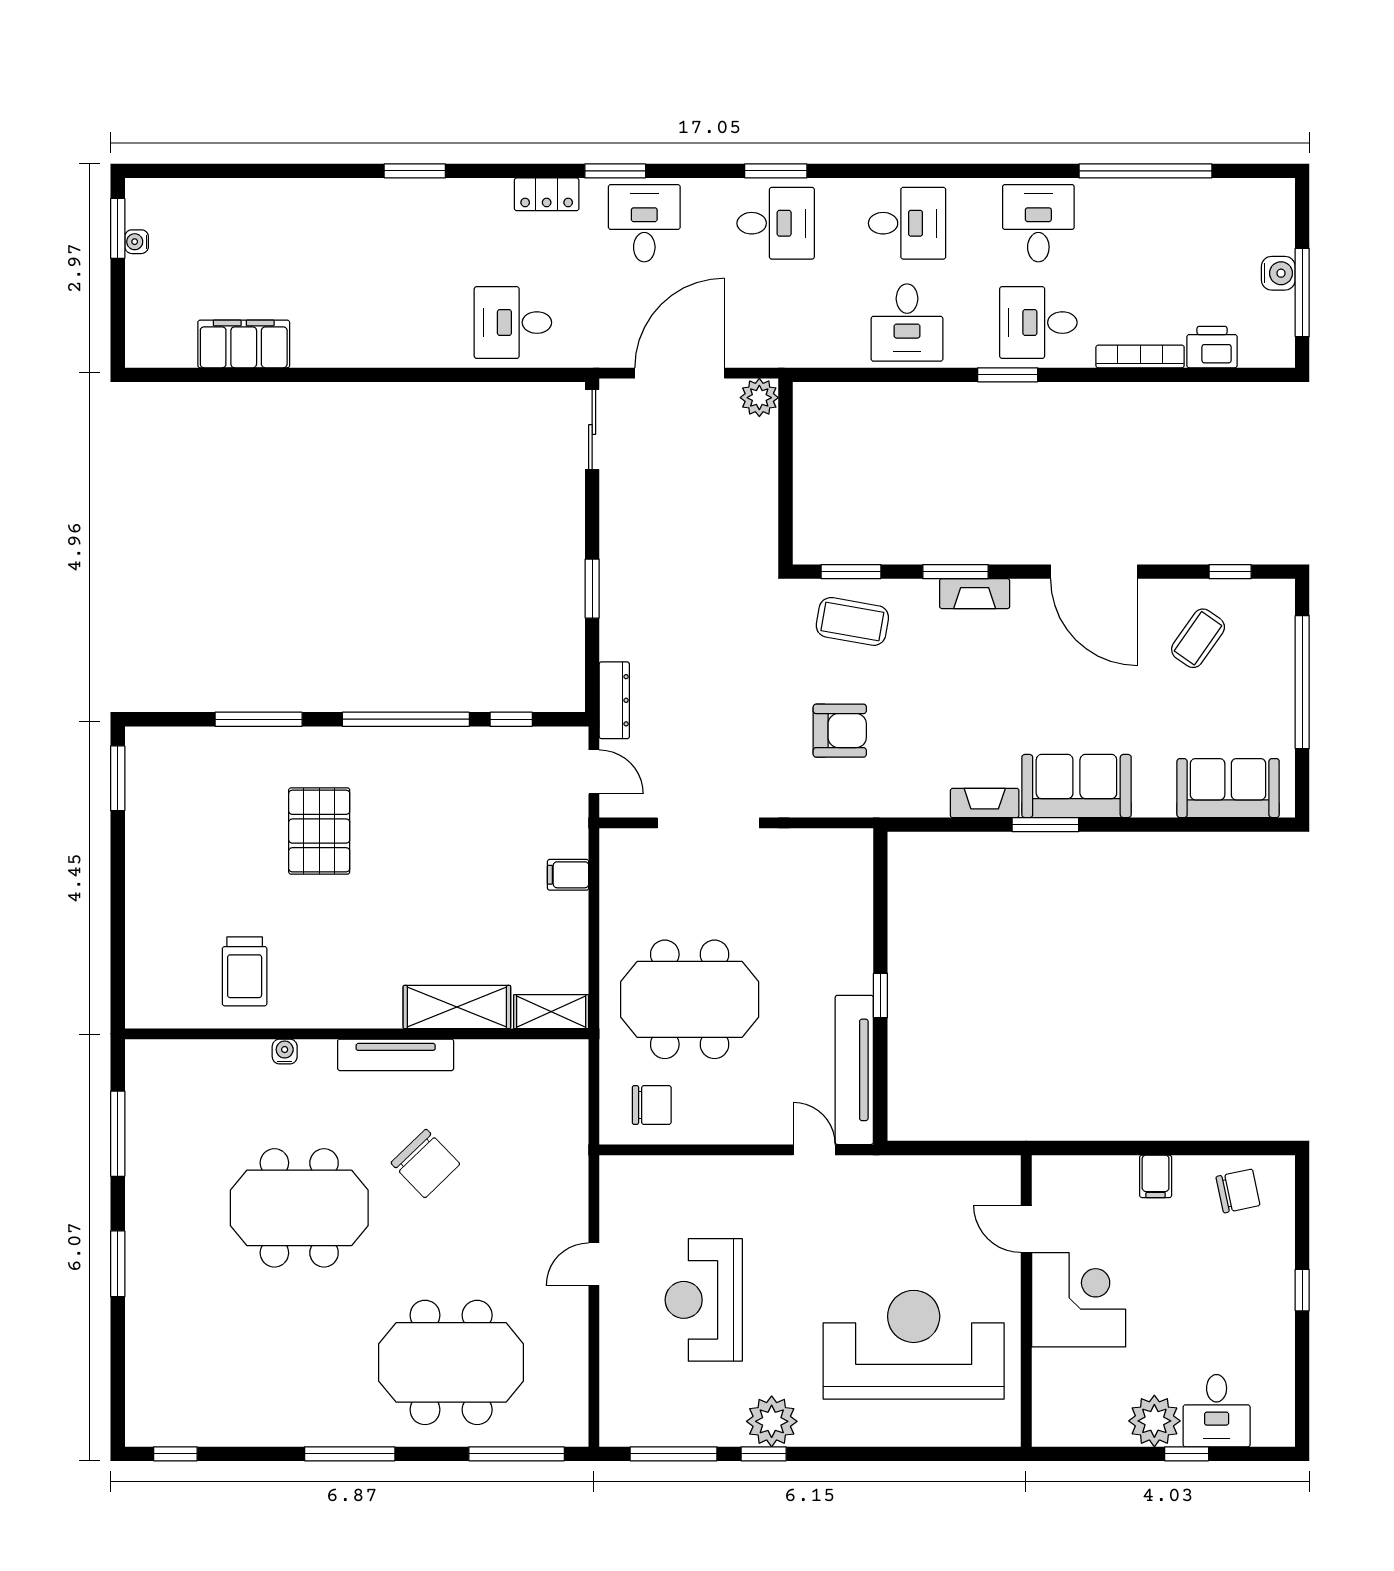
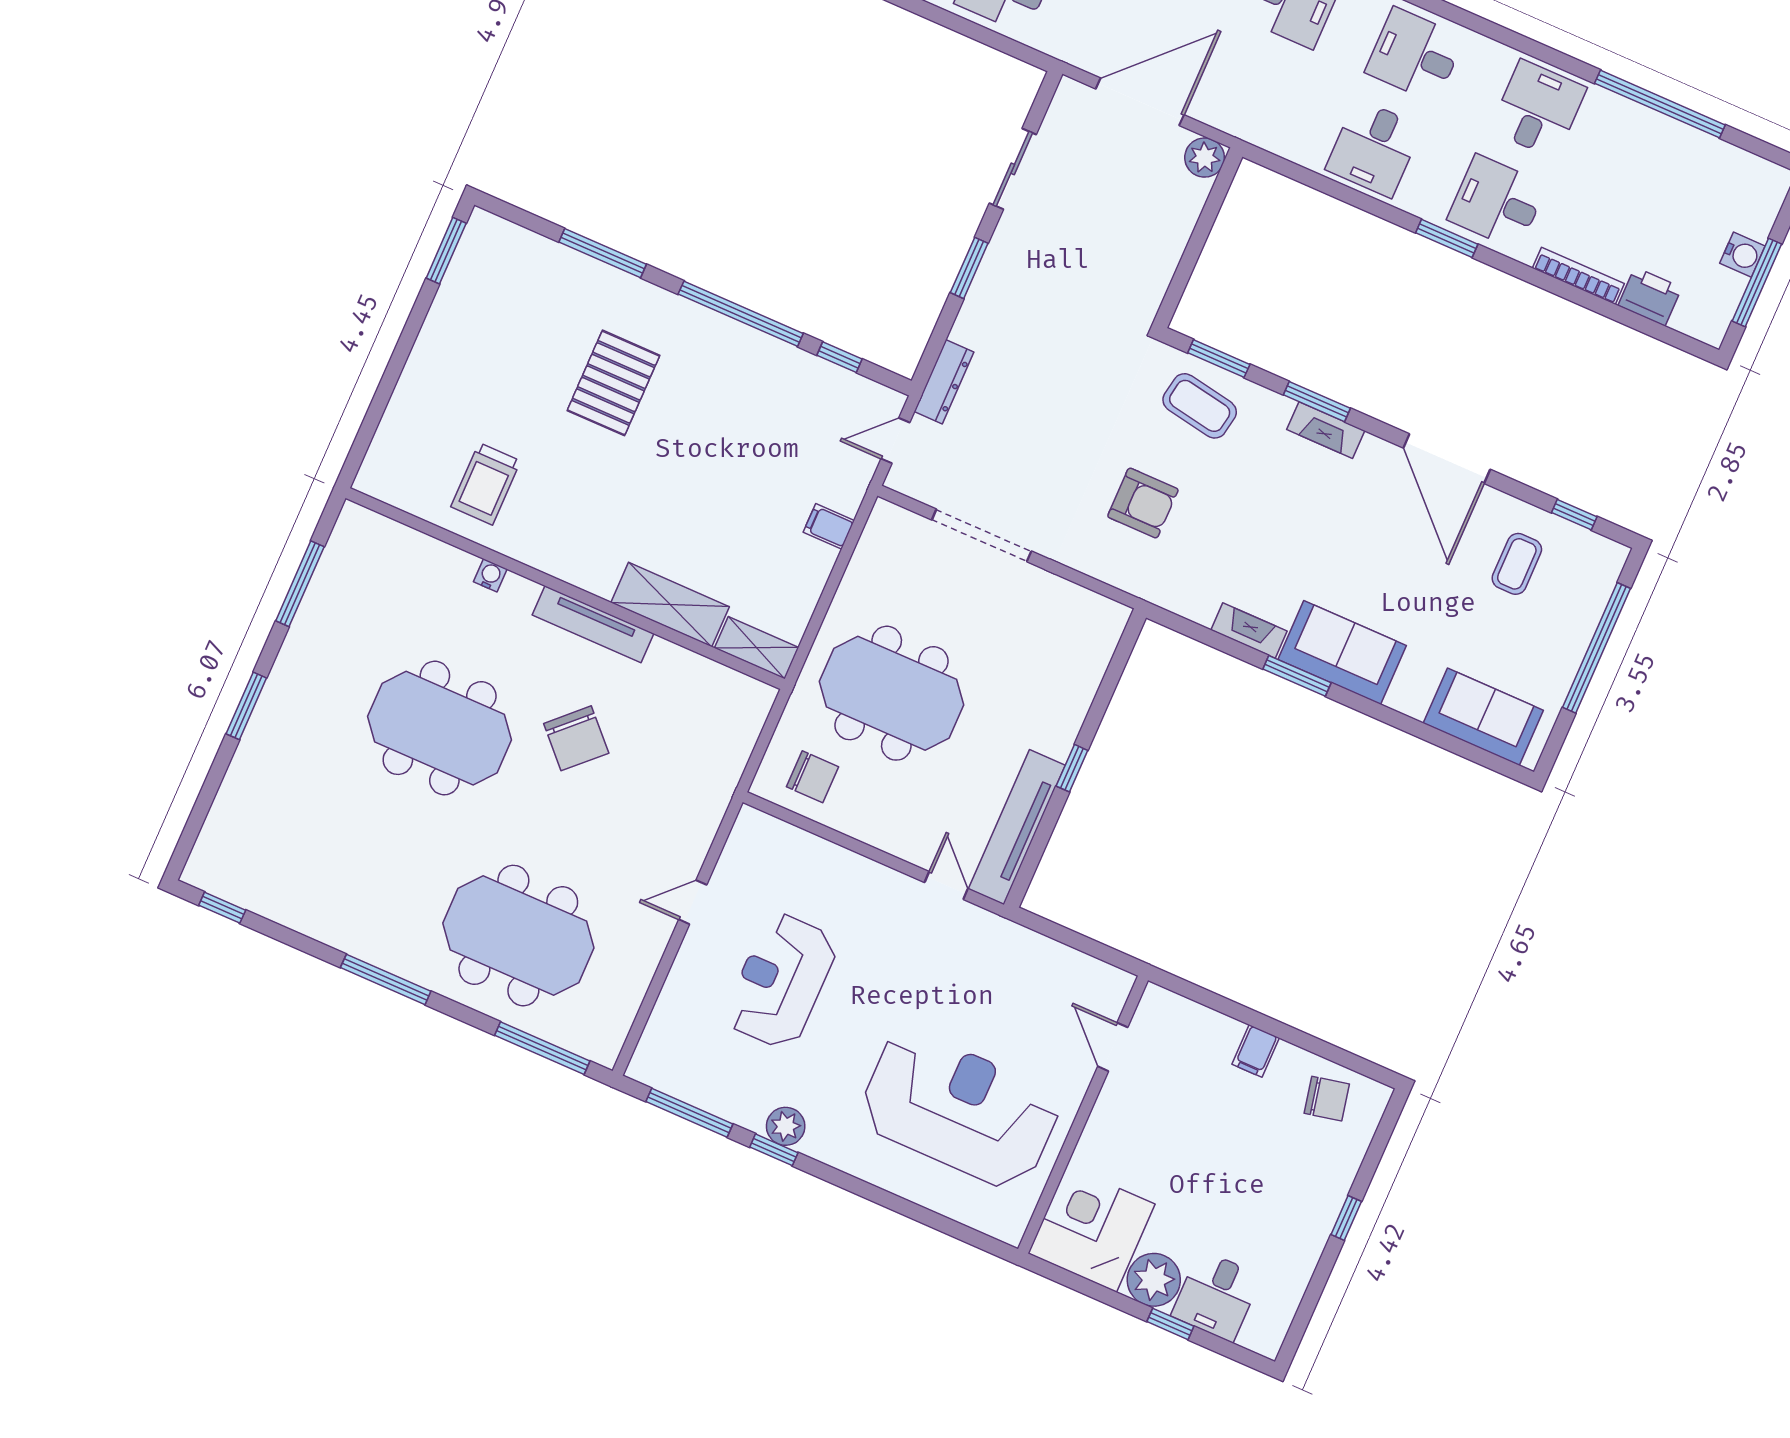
desk: (907, 223) -> (1415, 55), turned 180
sliding door: (592, 429) -> (1013, 169), moved
coffee table: (1198, 638) -> (1517, 564), turned -35
door: (594, 772) -> (895, 441), swing flipped
corner desk: (1079, 1300) -> (1091, 1229), moved, turned -90
plant: (772, 1421) -> (786, 1126), width x0.73, depth x0.73

